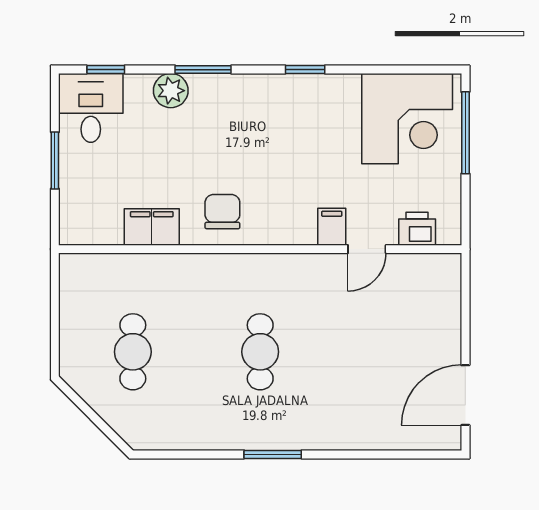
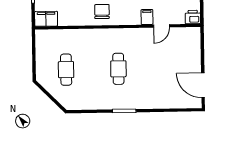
filing cabinet: (152, 227) -> (46, 19), moved
printer: (417, 229) -> (193, 17), moved
door: (465, 395) -> (203, 85), hinge flipped

